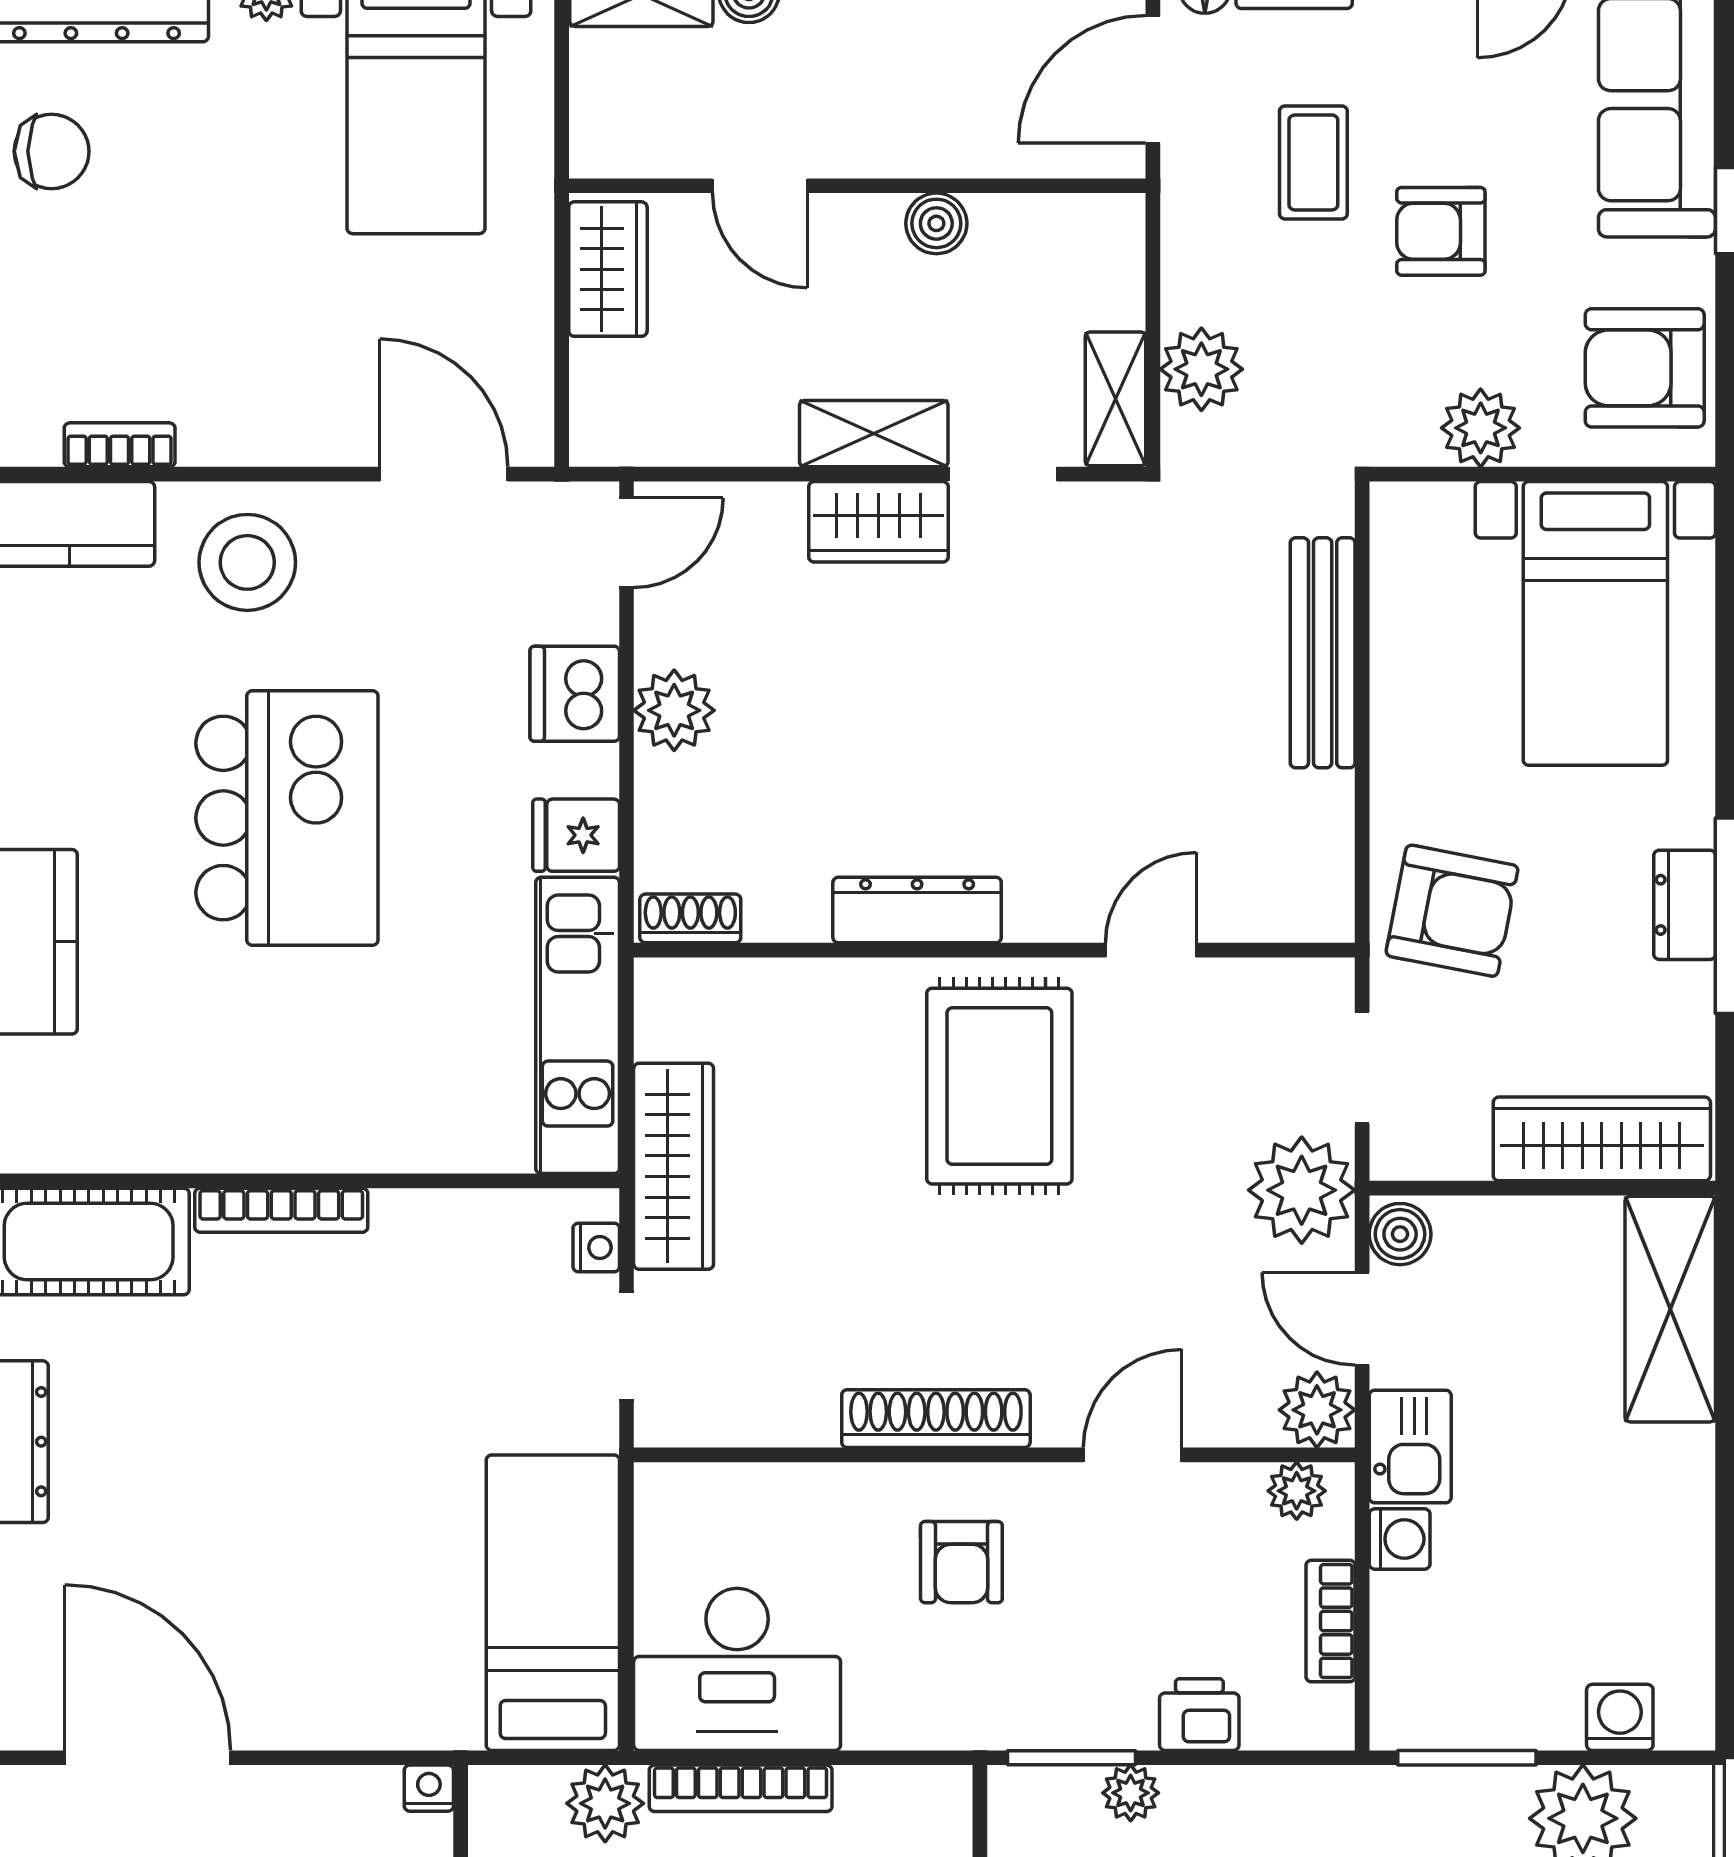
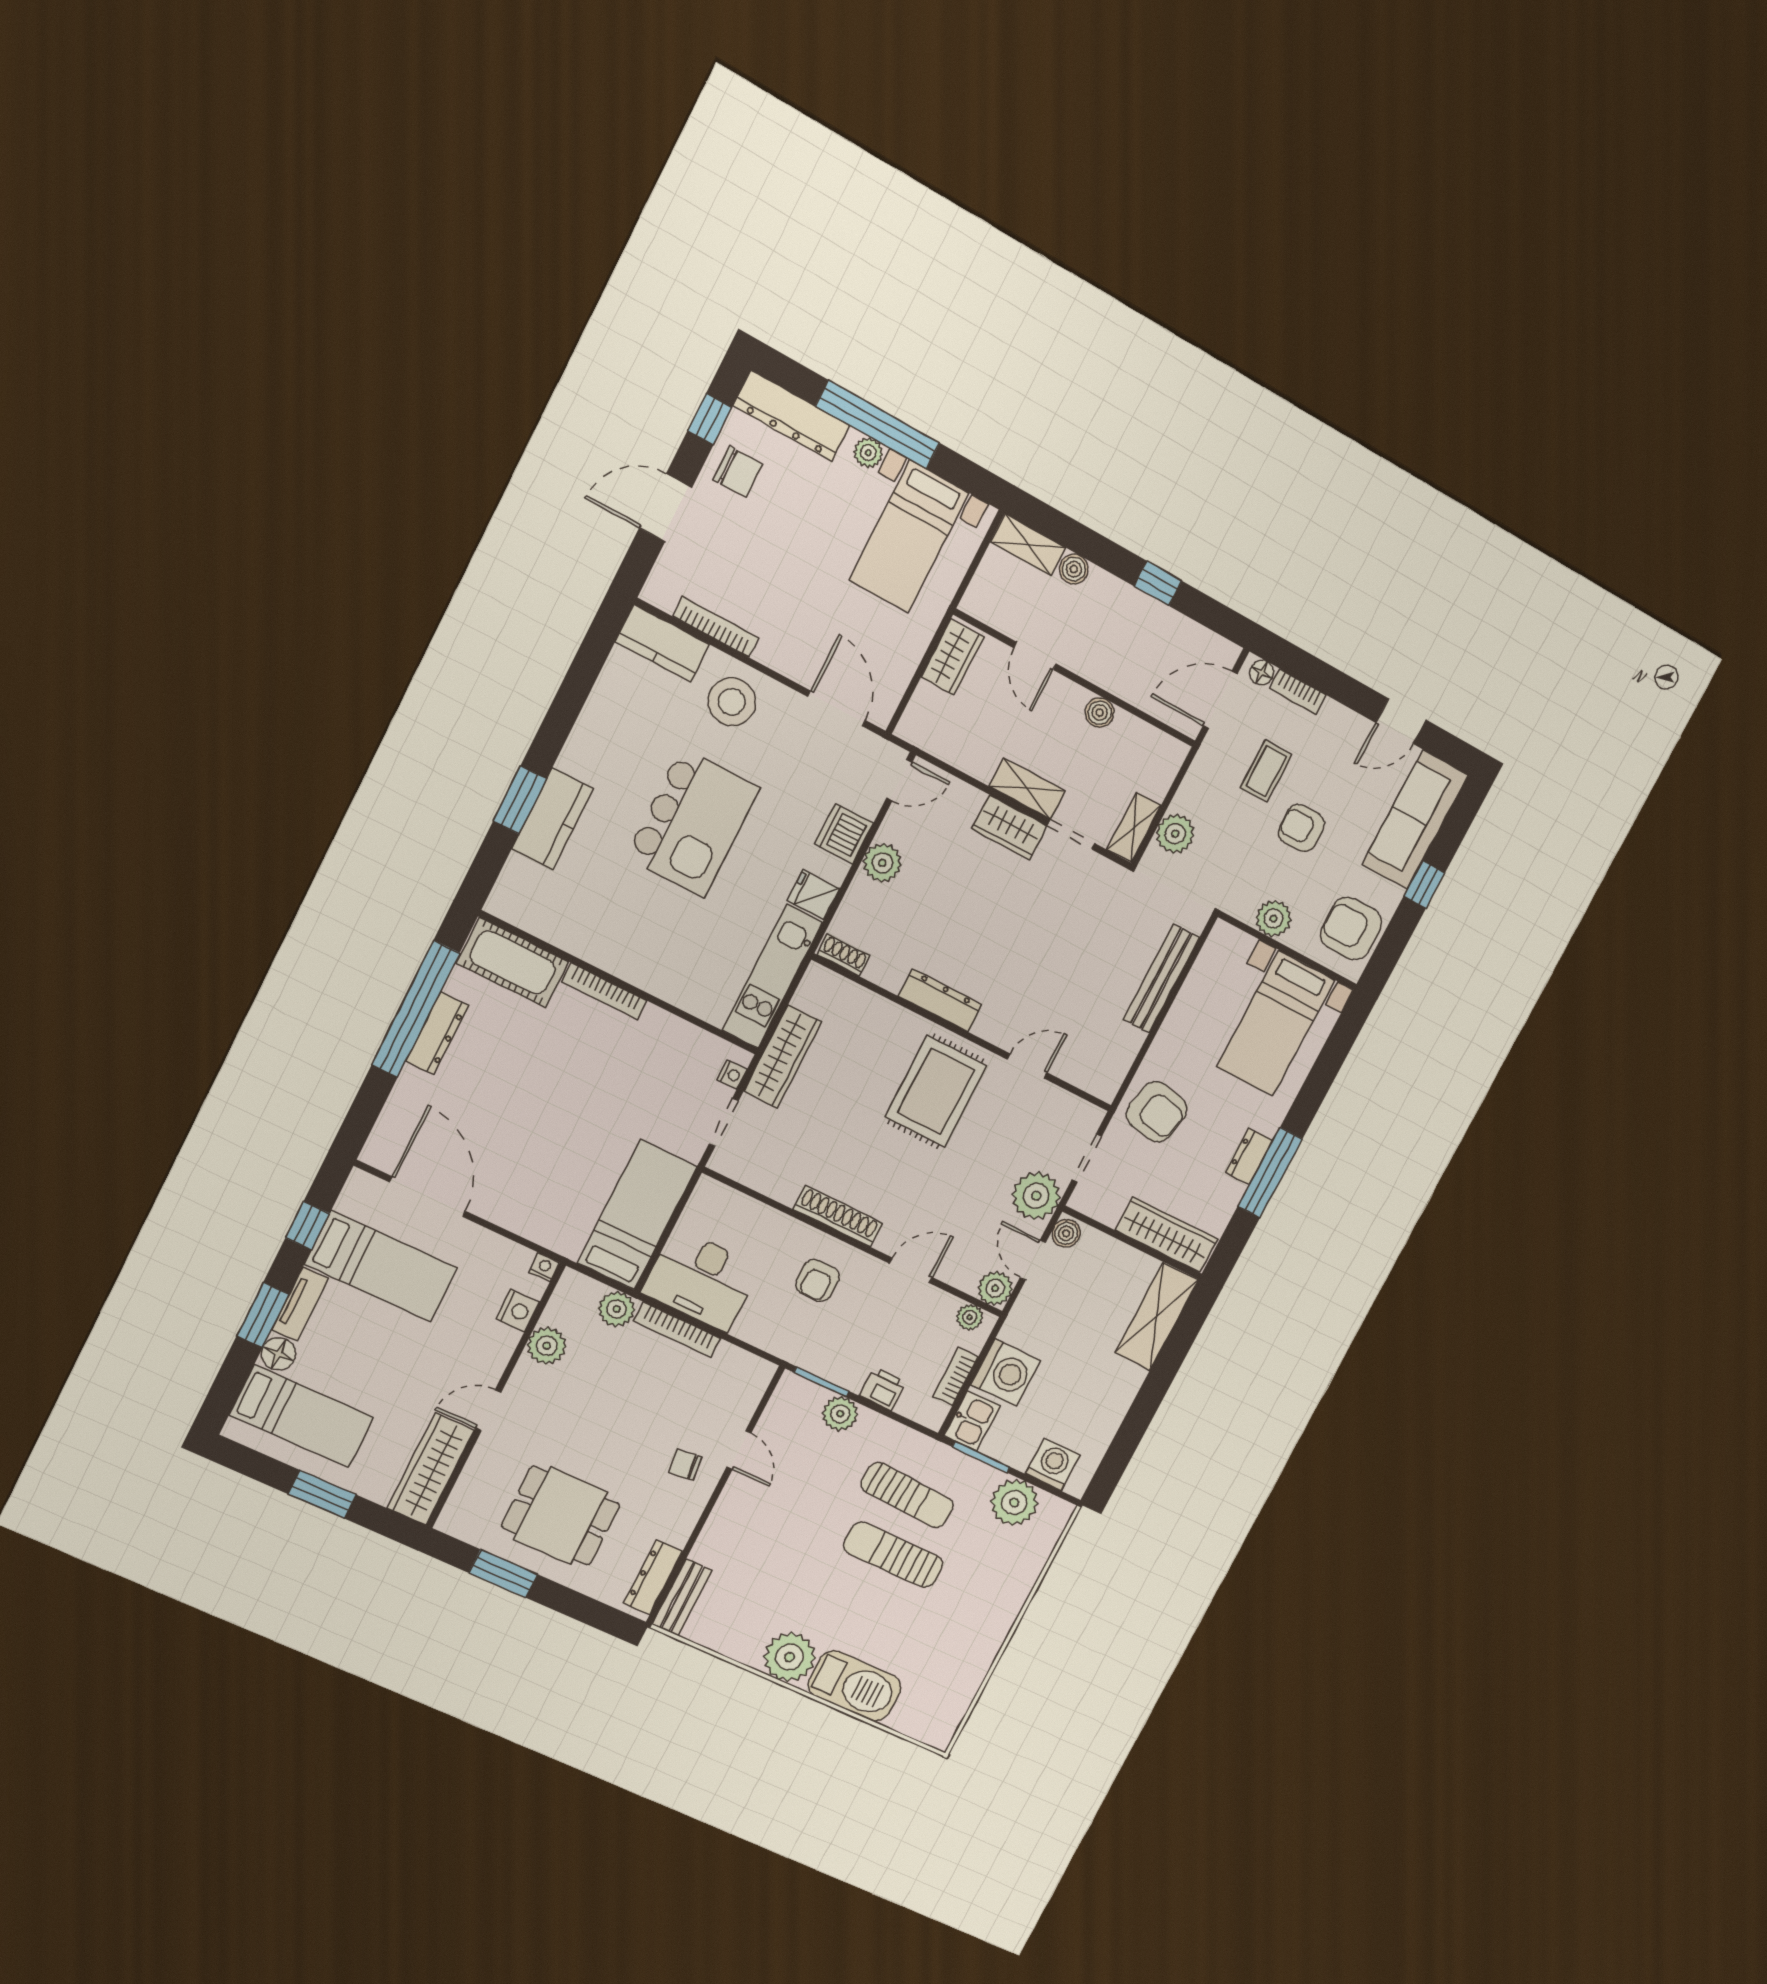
bookcase: (120, 445) -> (716, 627), width x1.56
kitchen sink: (1410, 1447) -> (972, 1421), moved
washing machine: (1400, 1539) -> (1006, 1373), width x1.89, depth x1.89
washing machine: (1620, 1717) -> (1053, 1464), width x1.38, depth x1.38
plant: (1131, 1793) -> (840, 1414), width x1.38, depth x1.38

